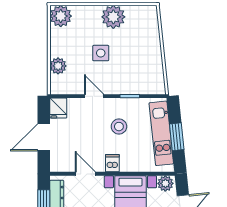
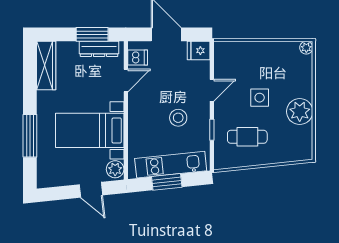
plant: (61, 16) -> (306, 48), width x0.53, depth x0.53
cafe table: (136, 64) -> (247, 137), added
plant: (58, 66) -> (245, 50), removed
dishwasher: (112, 163) -> (138, 58), moved

